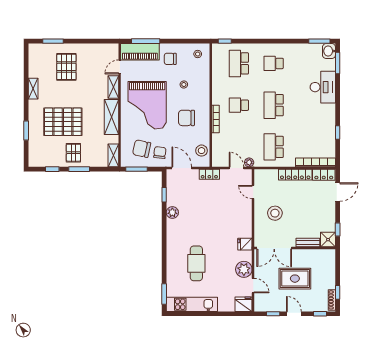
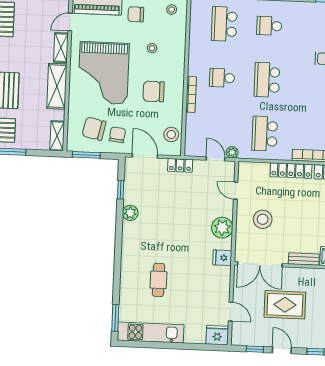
cafe table: (196, 263) -> (159, 280), width x0.73, depth x0.74
plant: (244, 269) -> (222, 228), moved

